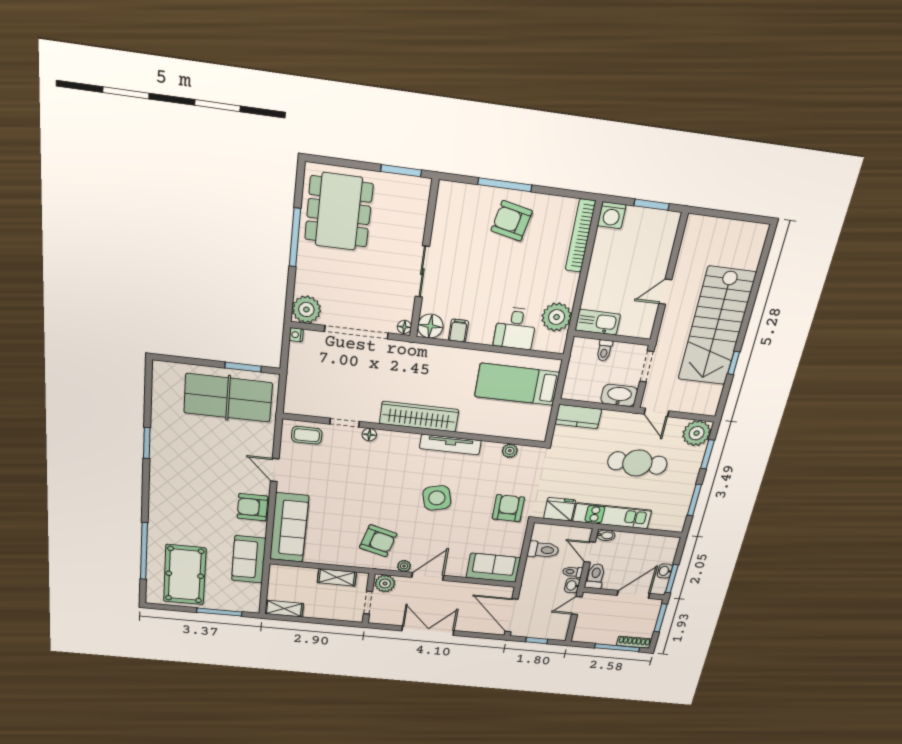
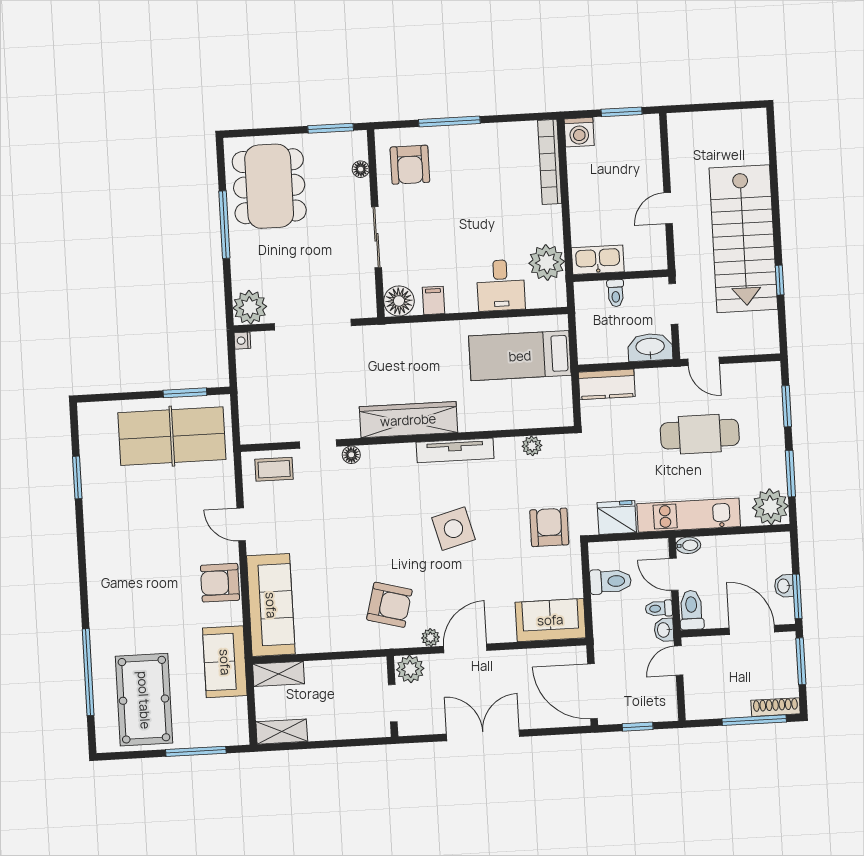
armchair: (512, 221) -> (410, 165), moved, turned -102
floor lamp: (404, 327) -> (361, 169), moved
plant: (697, 433) -> (770, 507), moved
window: (147, 443) -> (77, 477), moved
shelving: (337, 577) -> (278, 674), moved
door: (633, 594) -> (752, 630), hinge flipped

